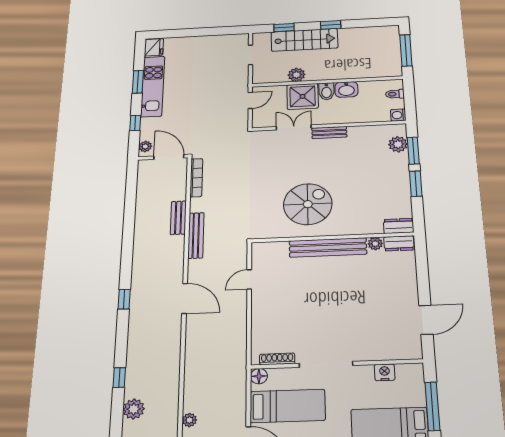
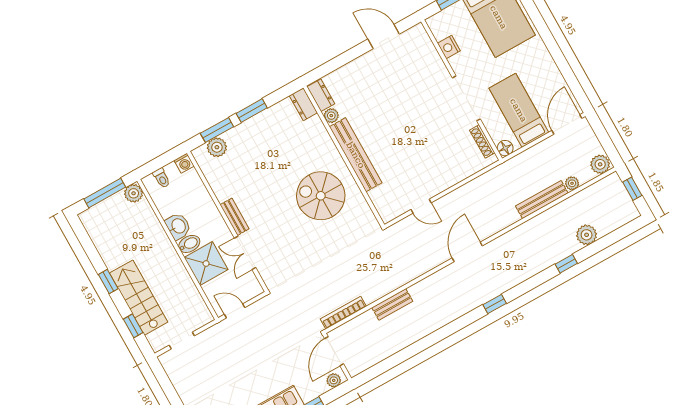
plant: (297, 75) -> (134, 193), moved
bench: (196, 235) -> (542, 200), moved

